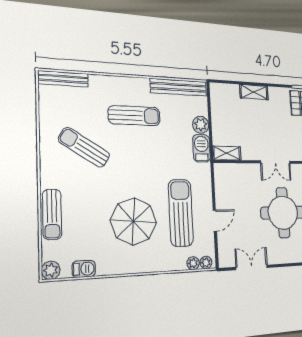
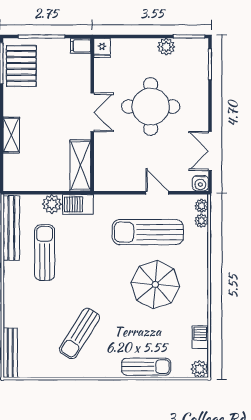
sun lounger: (134, 116) -> (45, 253), moved
shelving: (227, 153) -> (80, 165), width x1.50, depth x1.33
water cooler: (225, 260) -> (200, 183), added

